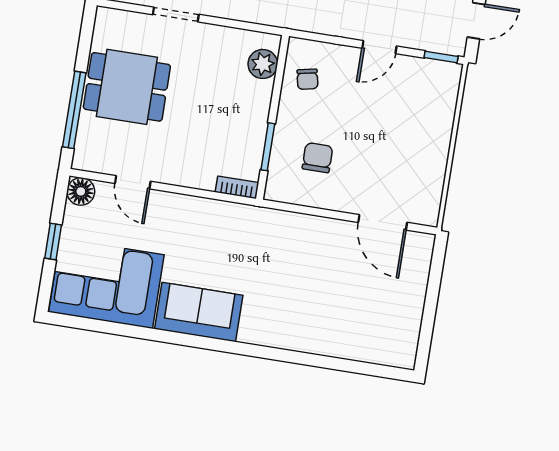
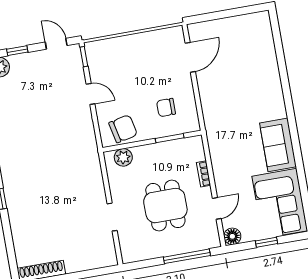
chair: (307, 79) -> (123, 129), width x1.87, depth x1.87
dining table: (127, 87) -> (165, 206), moved
bookcase: (237, 187) -> (204, 174), moved

